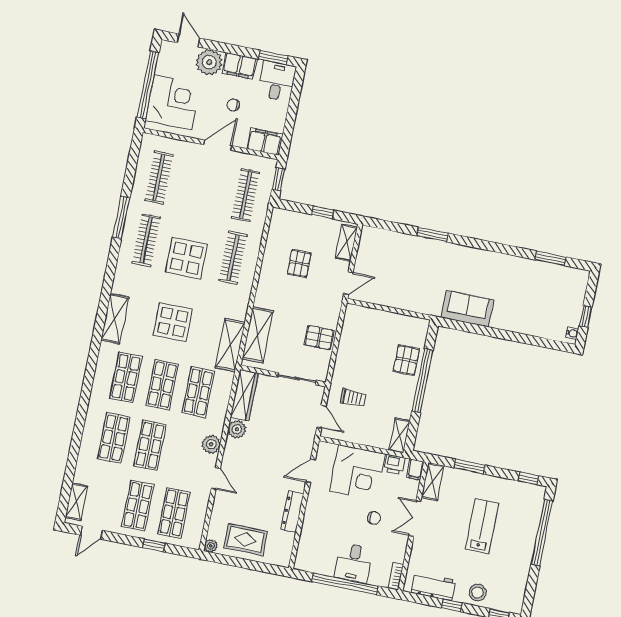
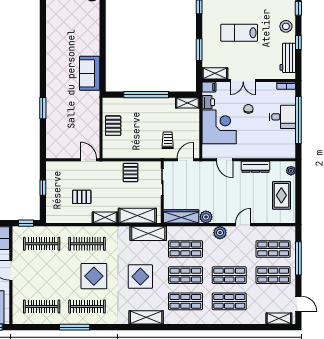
shelving: (346, 243) -> (105, 218), moved
window: (550, 258) -> (43, 23), removed
pallet: (406, 360) -> (113, 126), moved, turned 90
window: (154, 545) -> (298, 258), width x2.17
plant: (211, 546) -> (291, 171), moved

